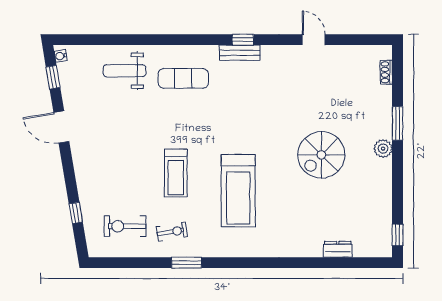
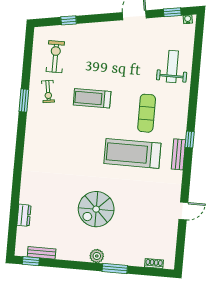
window: (243, 40) -> (190, 140), moved
exercise mat: (183, 78) -> (147, 113), moved
spiral stairs: (321, 155) -> (96, 209), turned -90
treadmill: (238, 191) -> (132, 153), moved
bench: (385, 222) -> (42, 253), added

